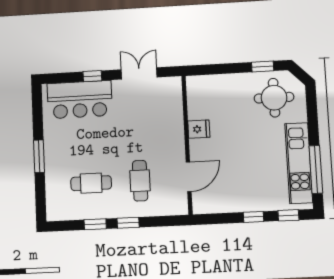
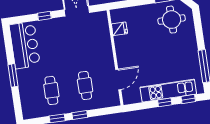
bar counter: (80, 100) -> (25, 45), moved, turned -90
fridge: (199, 129) -> (119, 29), moved
kitchen unit: (299, 163) -> (168, 91), moved, turned 90
cafe table: (91, 183) -> (51, 90), turned 90

